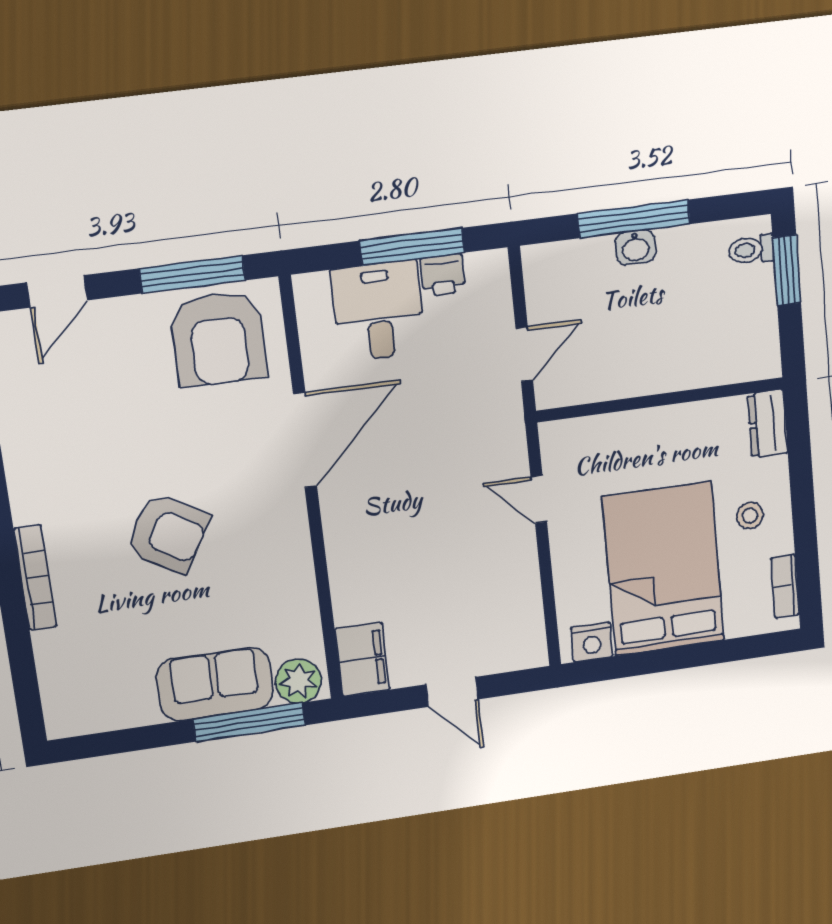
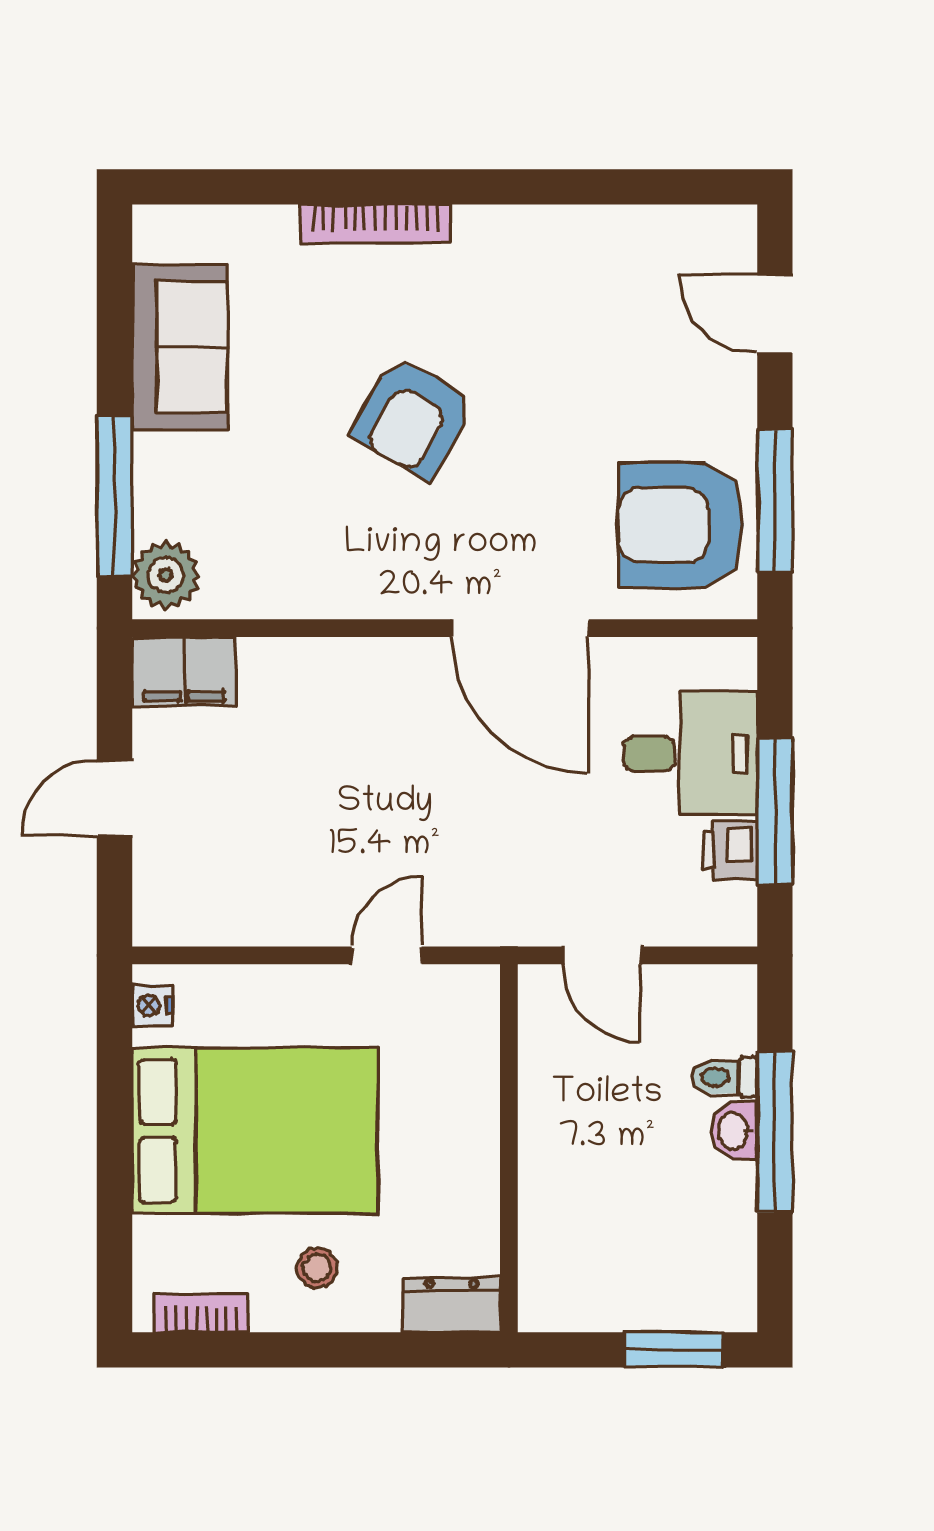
toilet: (751, 250) -> (724, 1077), moved, turned -90
nightstand: (592, 642) -> (152, 1005), width x0.72, depth x0.74
sofa: (215, 684) -> (180, 347), moved

